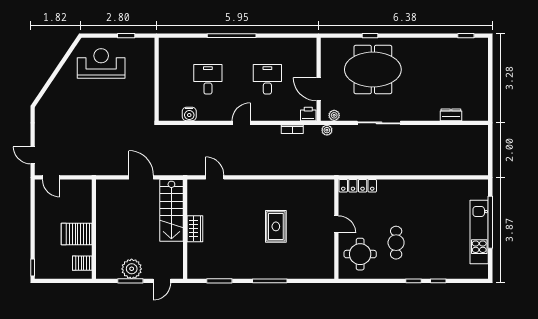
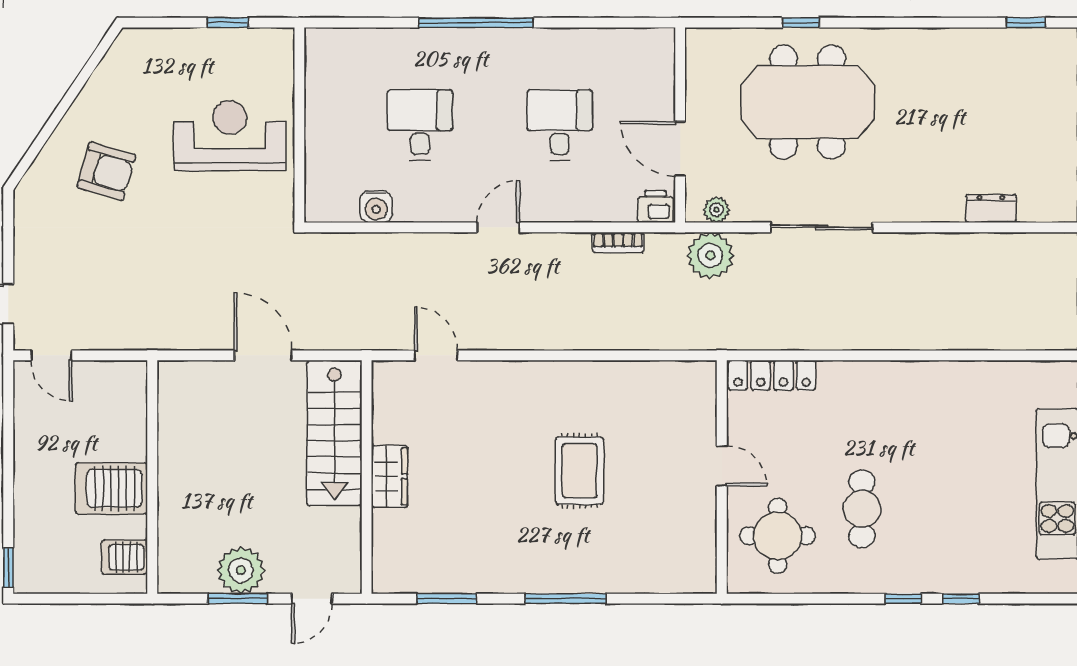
reception desk: (101, 63) -> (230, 136), moved
armchair: (74, 99) -> (106, 171), added
plant: (327, 130) -> (710, 256), width x1.87, depth x1.87

